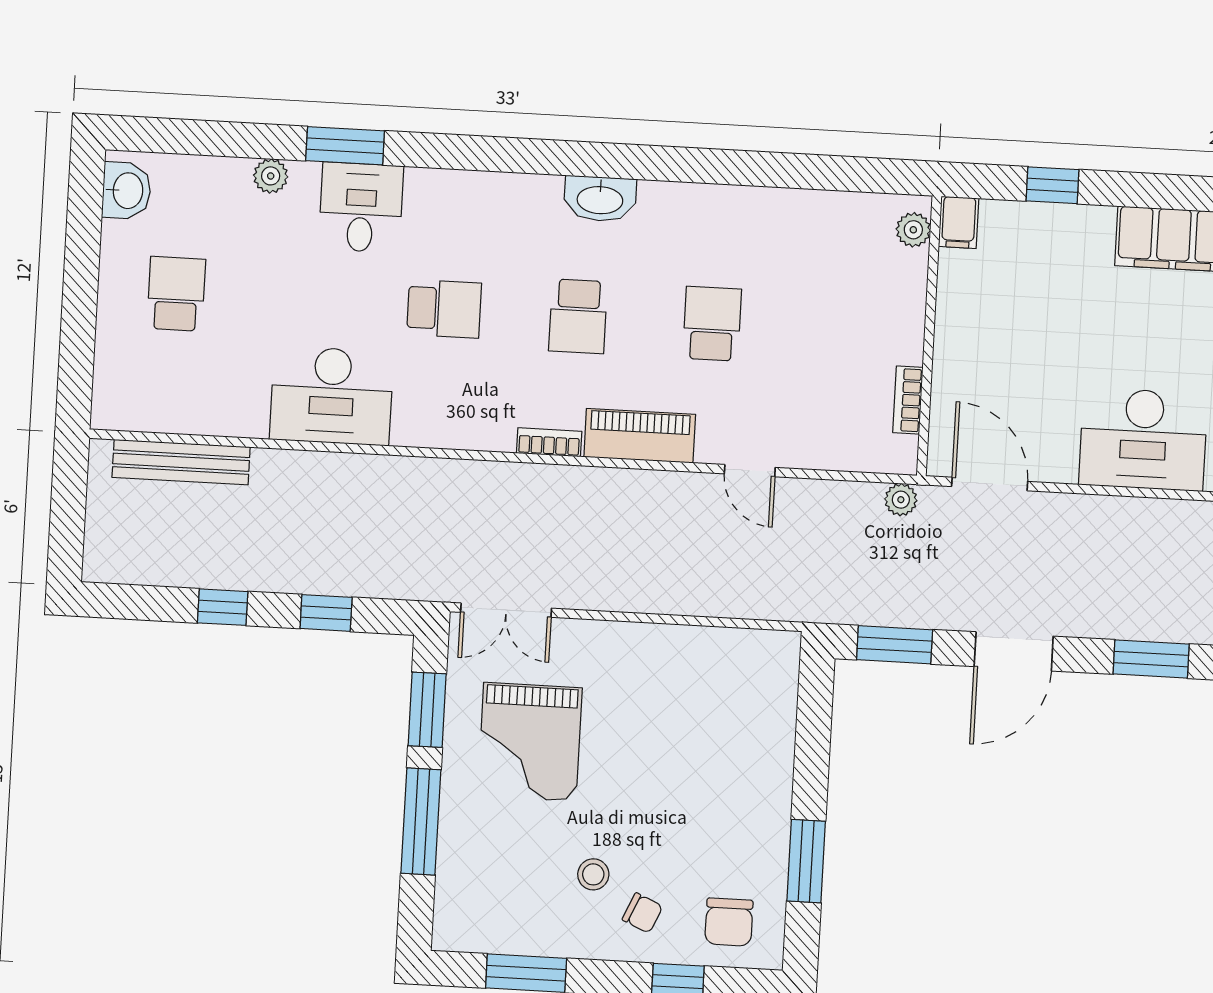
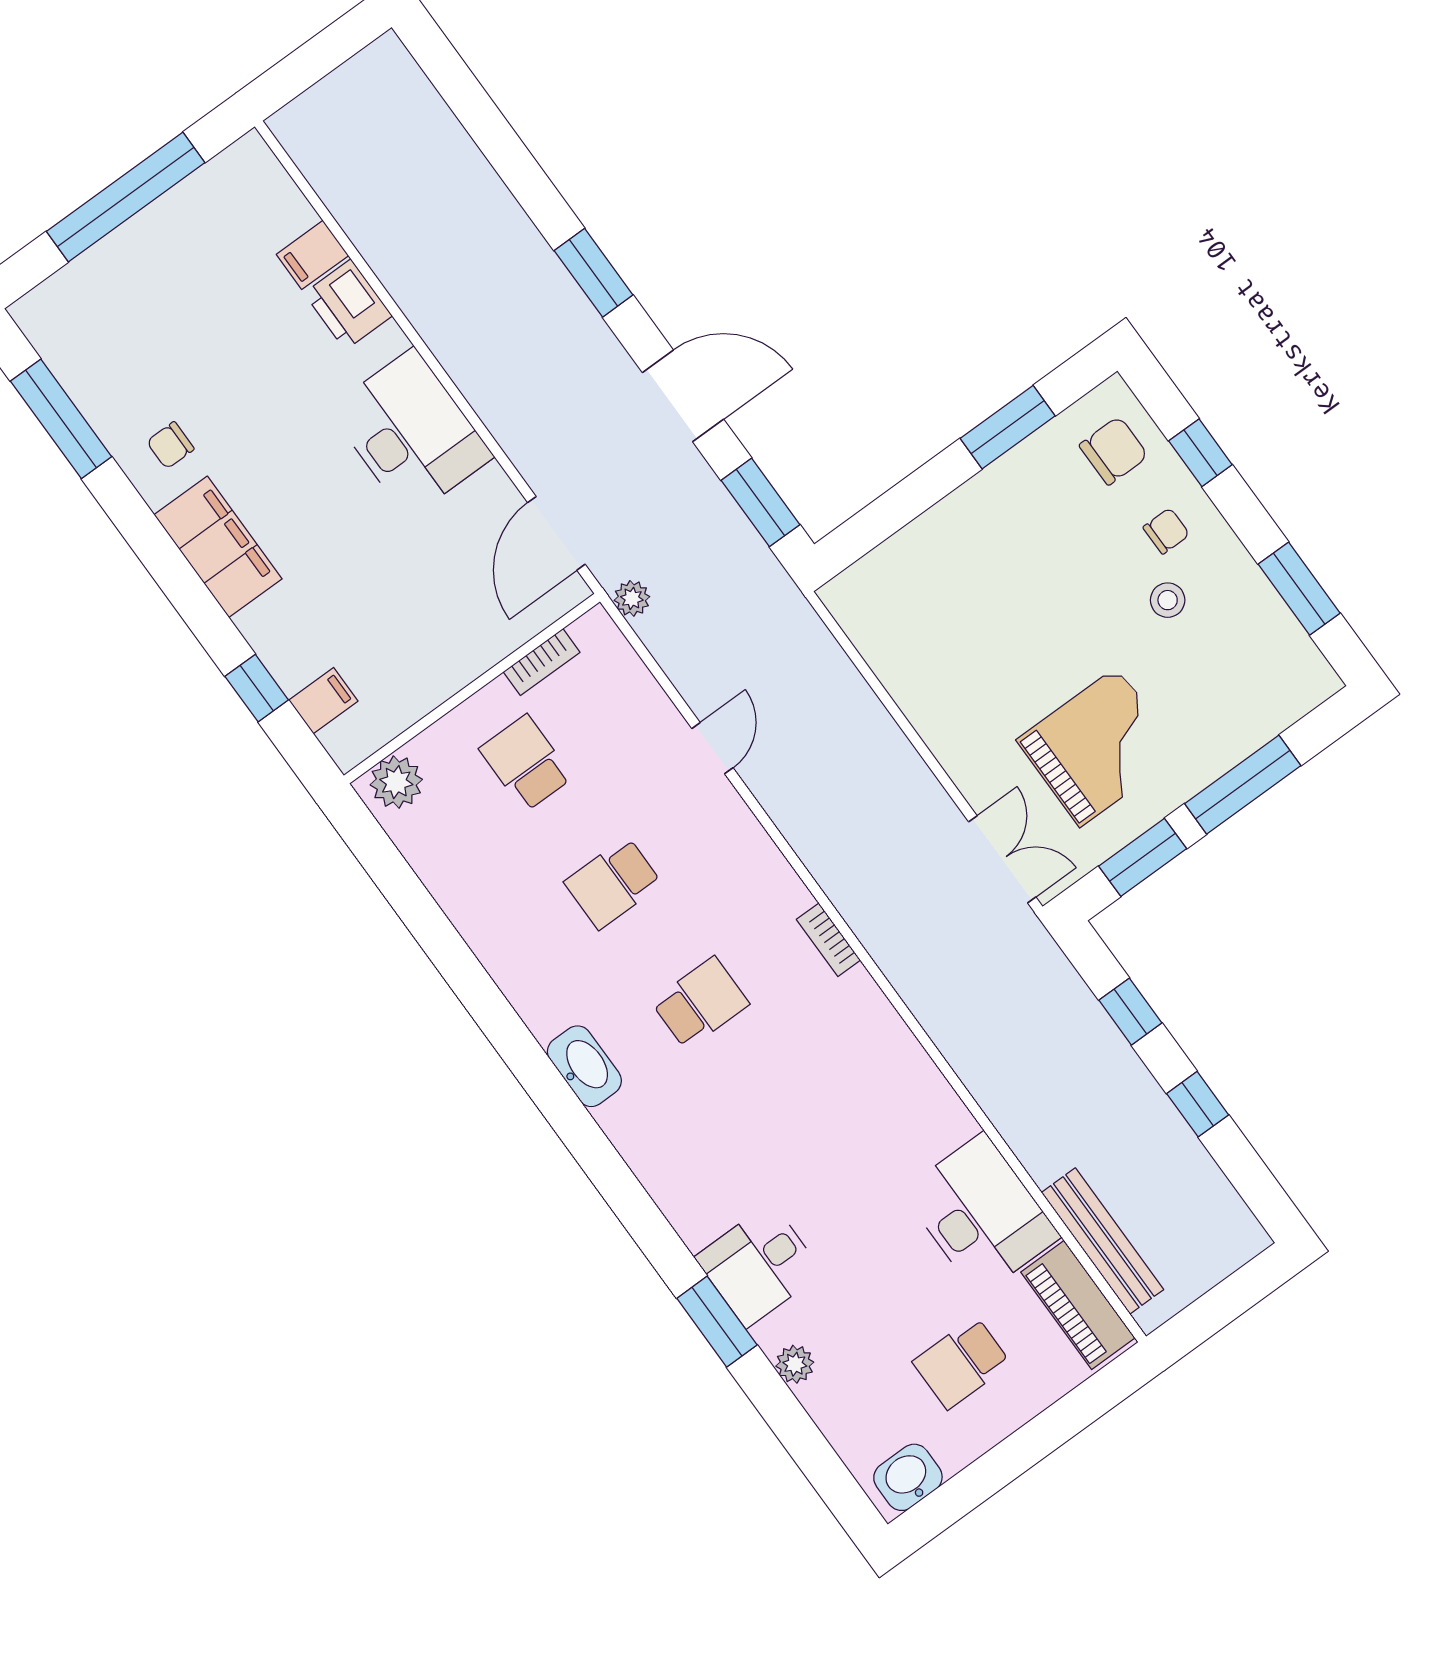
filing cabinet: (959, 222) -> (323, 701), moved
plant: (913, 230) -> (396, 782), width x1.38, depth x1.38
school desk: (444, 309) -> (526, 763), moved
desk: (332, 396) -> (981, 1214), moved
piano: (640, 436) -> (1078, 1305), moved
chair: (642, 913) -> (1166, 531), turned 66

